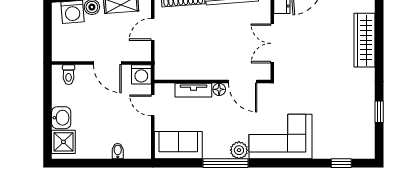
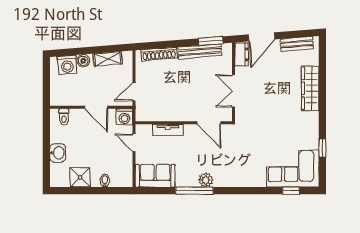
door: (153, 29) -> (134, 92), moved
floor lamp: (219, 89) -> (189, 129), removed
corner sofa: (280, 137) -> (293, 169), moved
shower: (63, 142) -> (80, 177), moved

